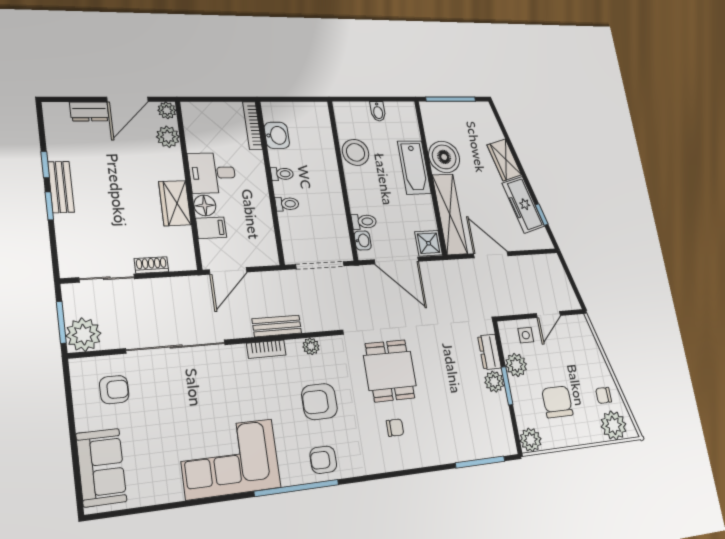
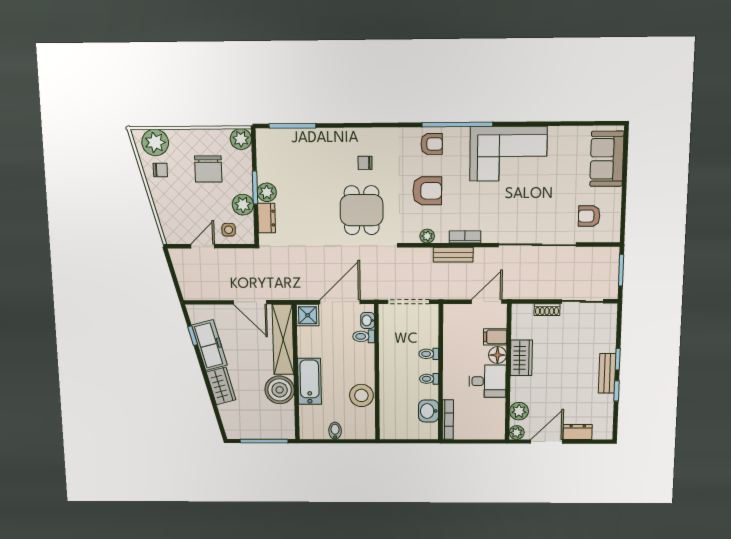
door: (396, 261) -> (340, 302), hinge flipped
plant: (84, 335) -> (606, 260), removed

